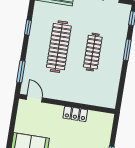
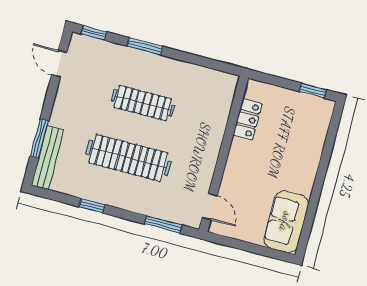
door: (34, 99) -> (210, 207), swing flipped
locker: (75, 114) -> (248, 119), moved

